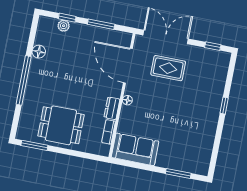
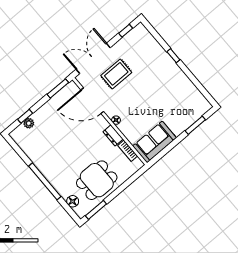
window: (101, 24) -> (58, 88), moved
floor lamp: (39, 52) -> (73, 201), moved

